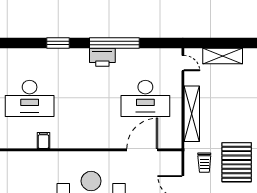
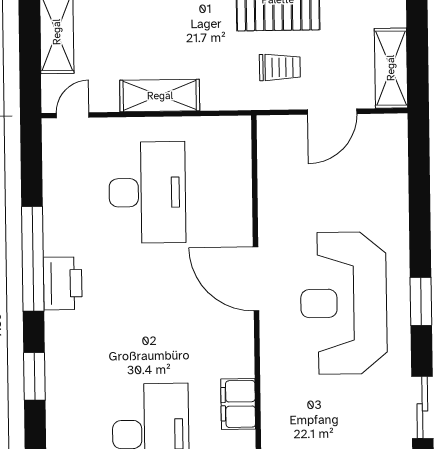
shelving: (192, 114) -> (160, 96), width x0.68
filing cabinet: (43, 140) -> (238, 404), width x2.00
door: (142, 150) -> (256, 279), moved

